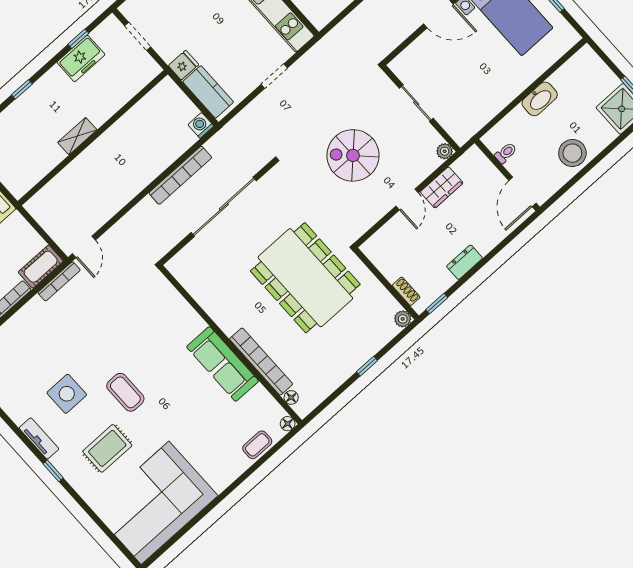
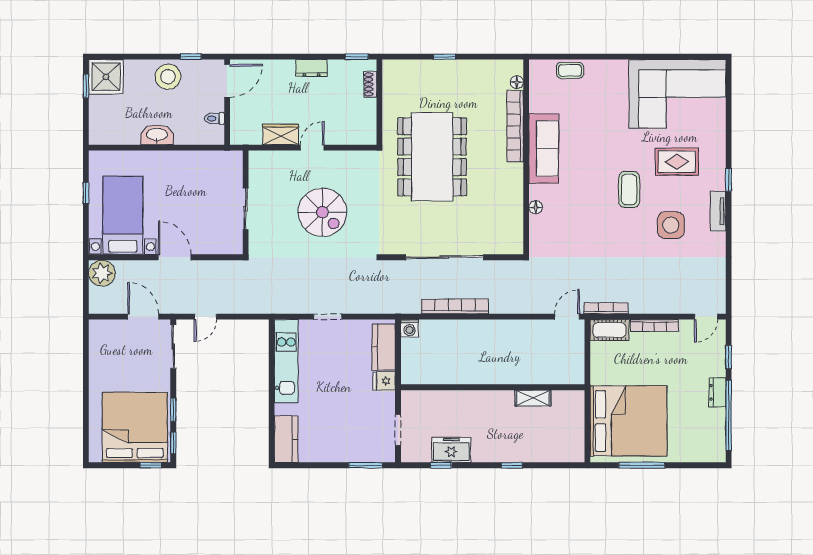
shelving: (77, 136) -> (533, 398), moved
plant: (445, 151) -> (256, 158), removed
window: (569, 185) -> (191, 57), added
plant: (403, 319) -> (390, 67), removed
floor lamp: (288, 424) -> (536, 207), moved

